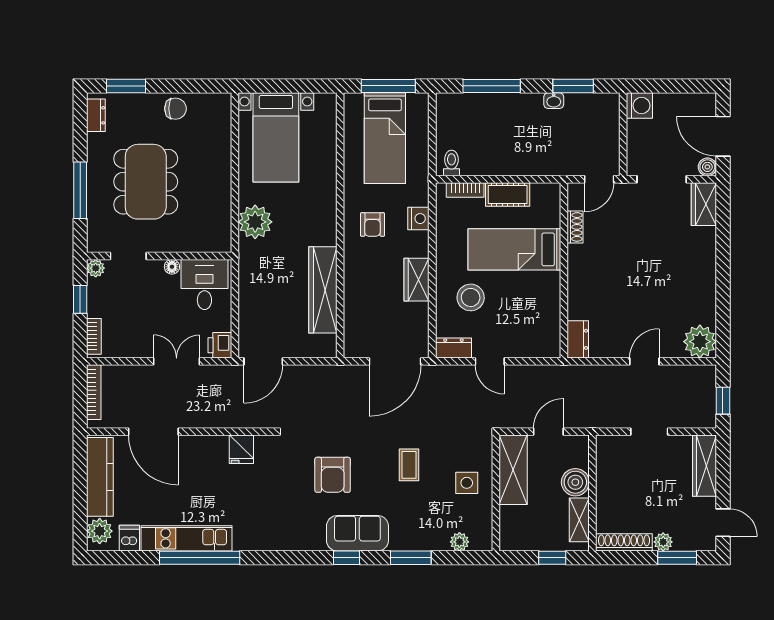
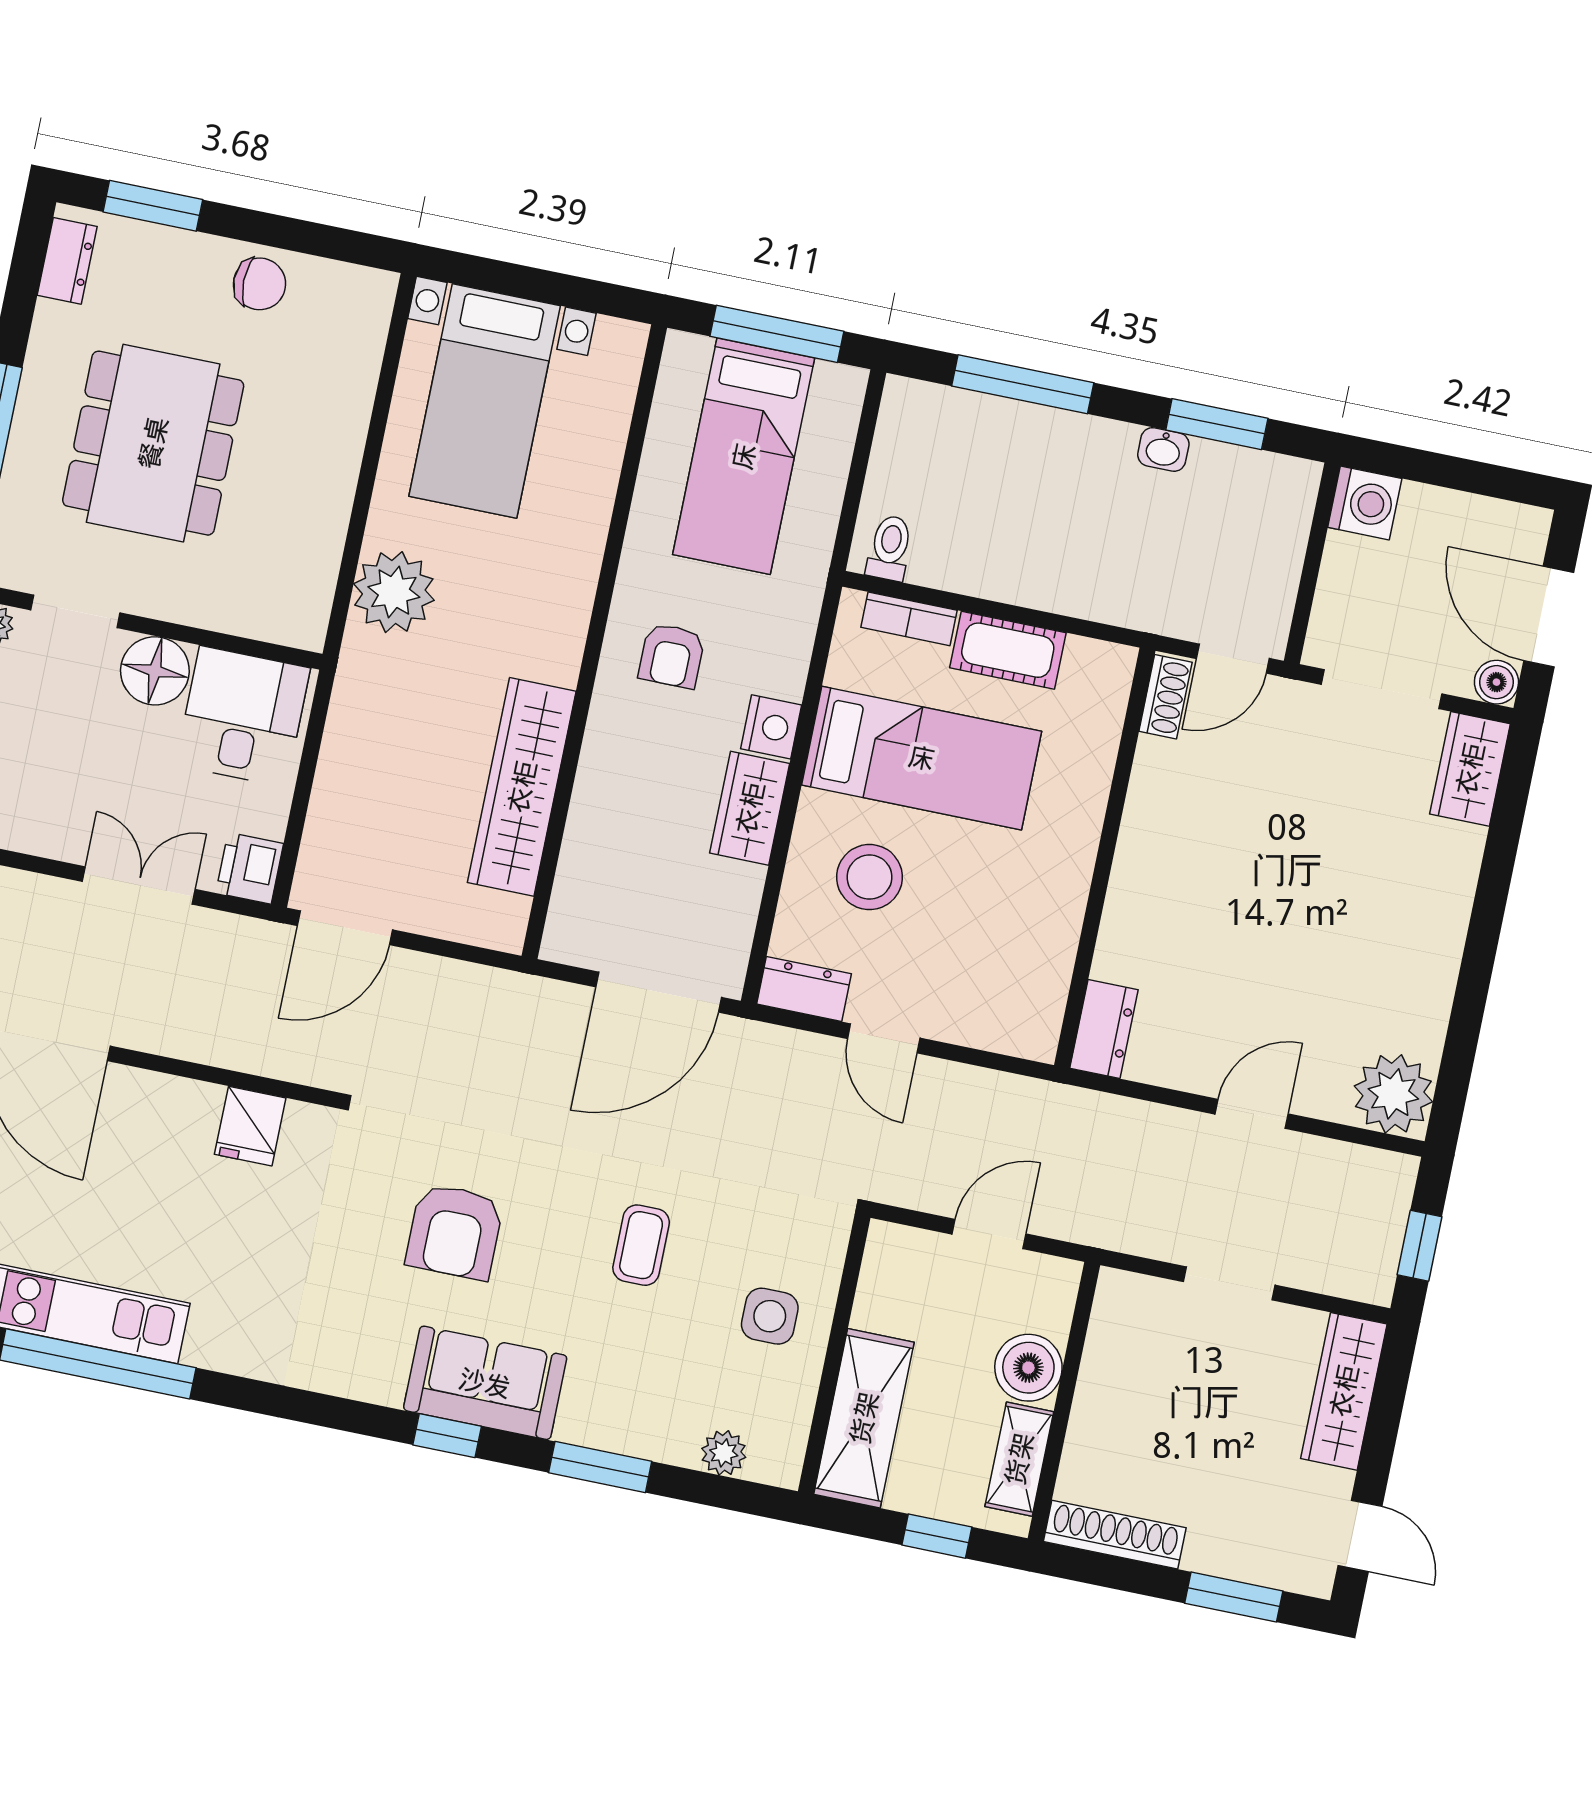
nightstand: (418, 219) -> (771, 727), moved
shoe rack: (575, 227) -> (1166, 697), moved
bed: (514, 249) -> (922, 758), moved, turned 180
floor lamp: (172, 267) -> (155, 671), width x1.89, depth x1.89
shelving: (513, 470) -> (864, 1418), moved
plant: (663, 542) -> (1208, 1553), removed

